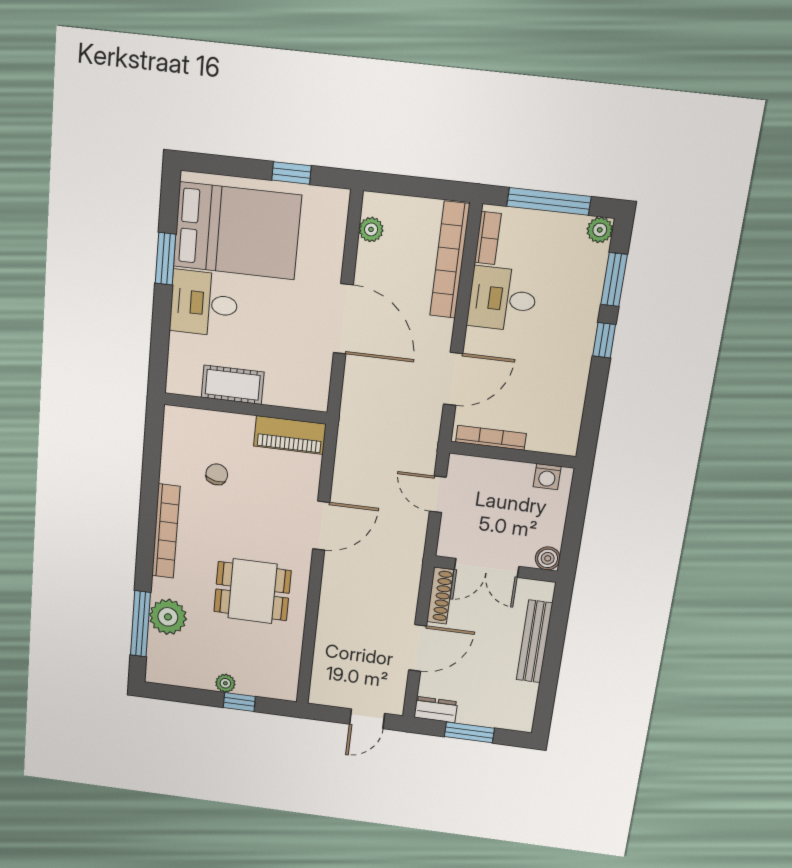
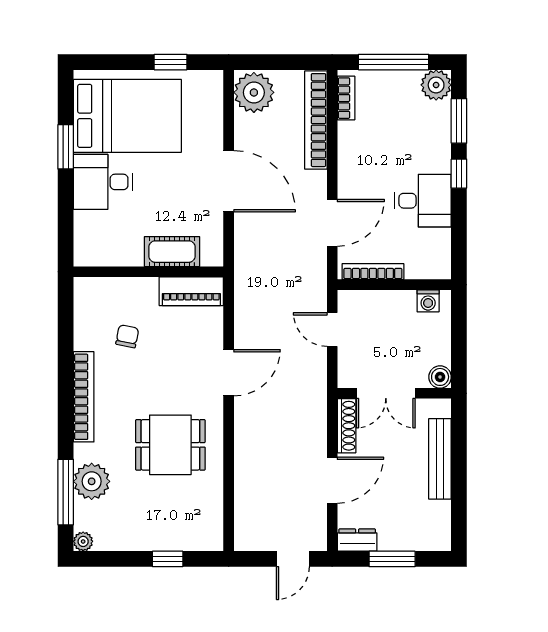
plant: (371, 229) -> (254, 92), width x1.87, depth x1.87
plant: (600, 230) -> (436, 85), width x1.38, depth x1.38
desk: (502, 299) -> (423, 201), moved, turned 180
cot: (233, 385) -> (172, 252), moved
plant: (225, 683) -> (83, 541), moved

